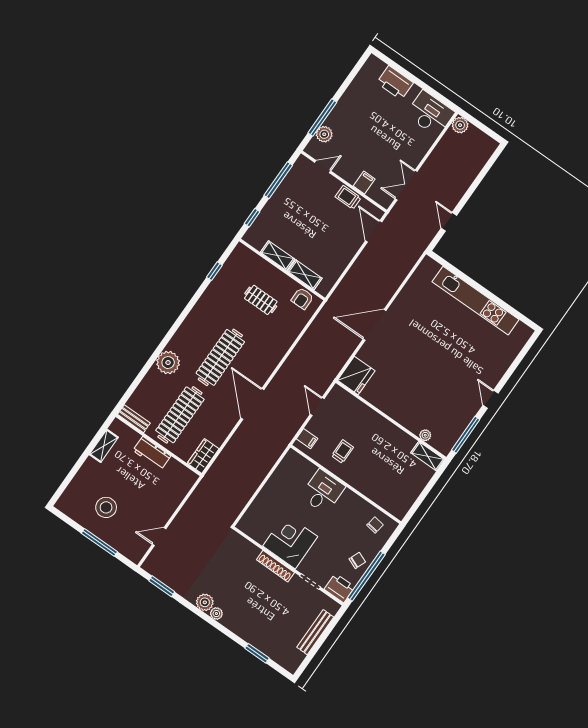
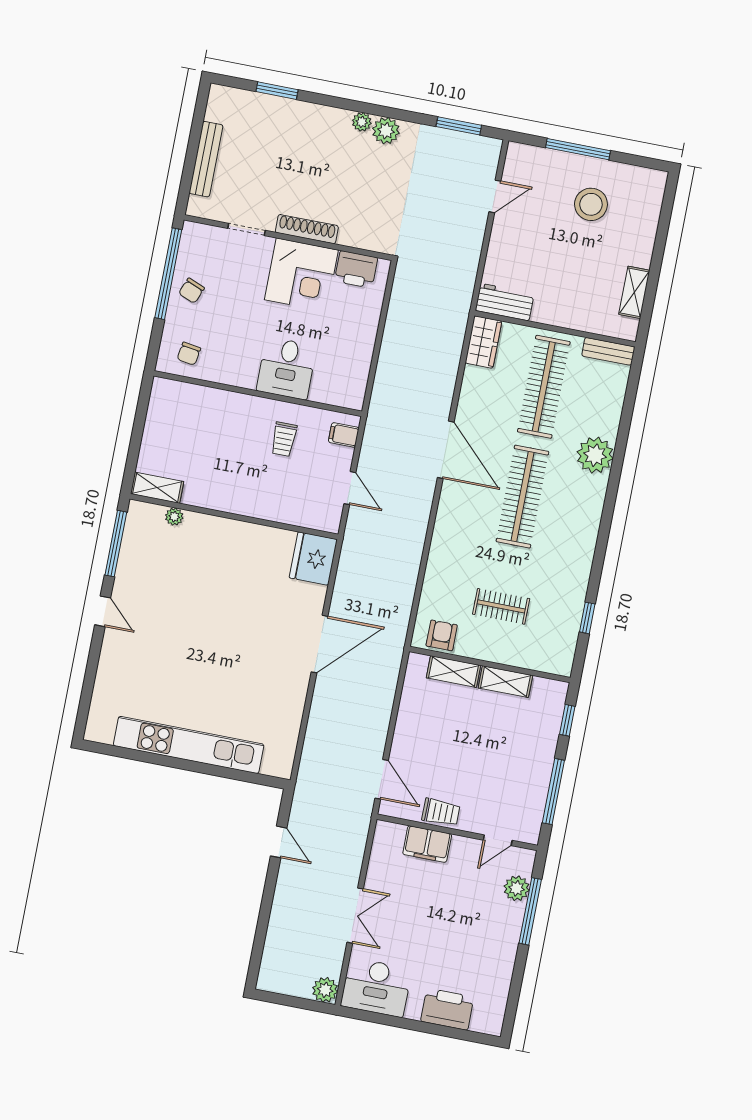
filing cabinet: (364, 183) -> (427, 844), width x2.00
double door: (406, 185) -> (355, 916), moved
workbench: (152, 453) -> (505, 302), moved
printer: (339, 588) -> (356, 269), moved

